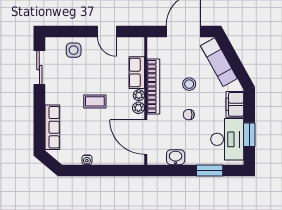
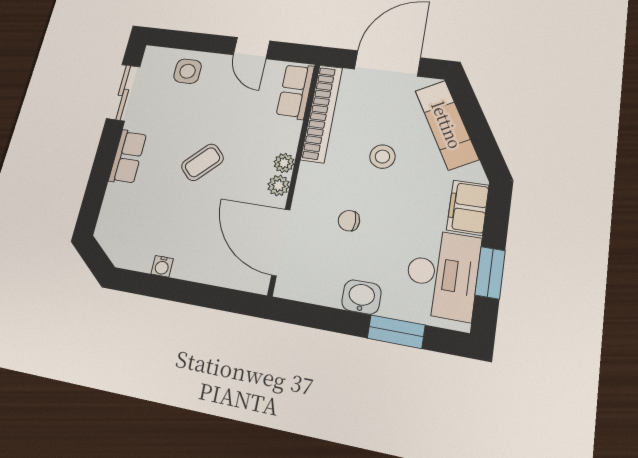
row of seats: (137, 73) -> (295, 91), moved
bookcase: (153, 86) -> (322, 113), moved
coffee table: (95, 101) -> (202, 162), turned -45
chair: (189, 115) -> (349, 221), moved
row of seats: (52, 127) -> (128, 157), moved, width x0.68
washbasin: (176, 157) -> (361, 297), moved

